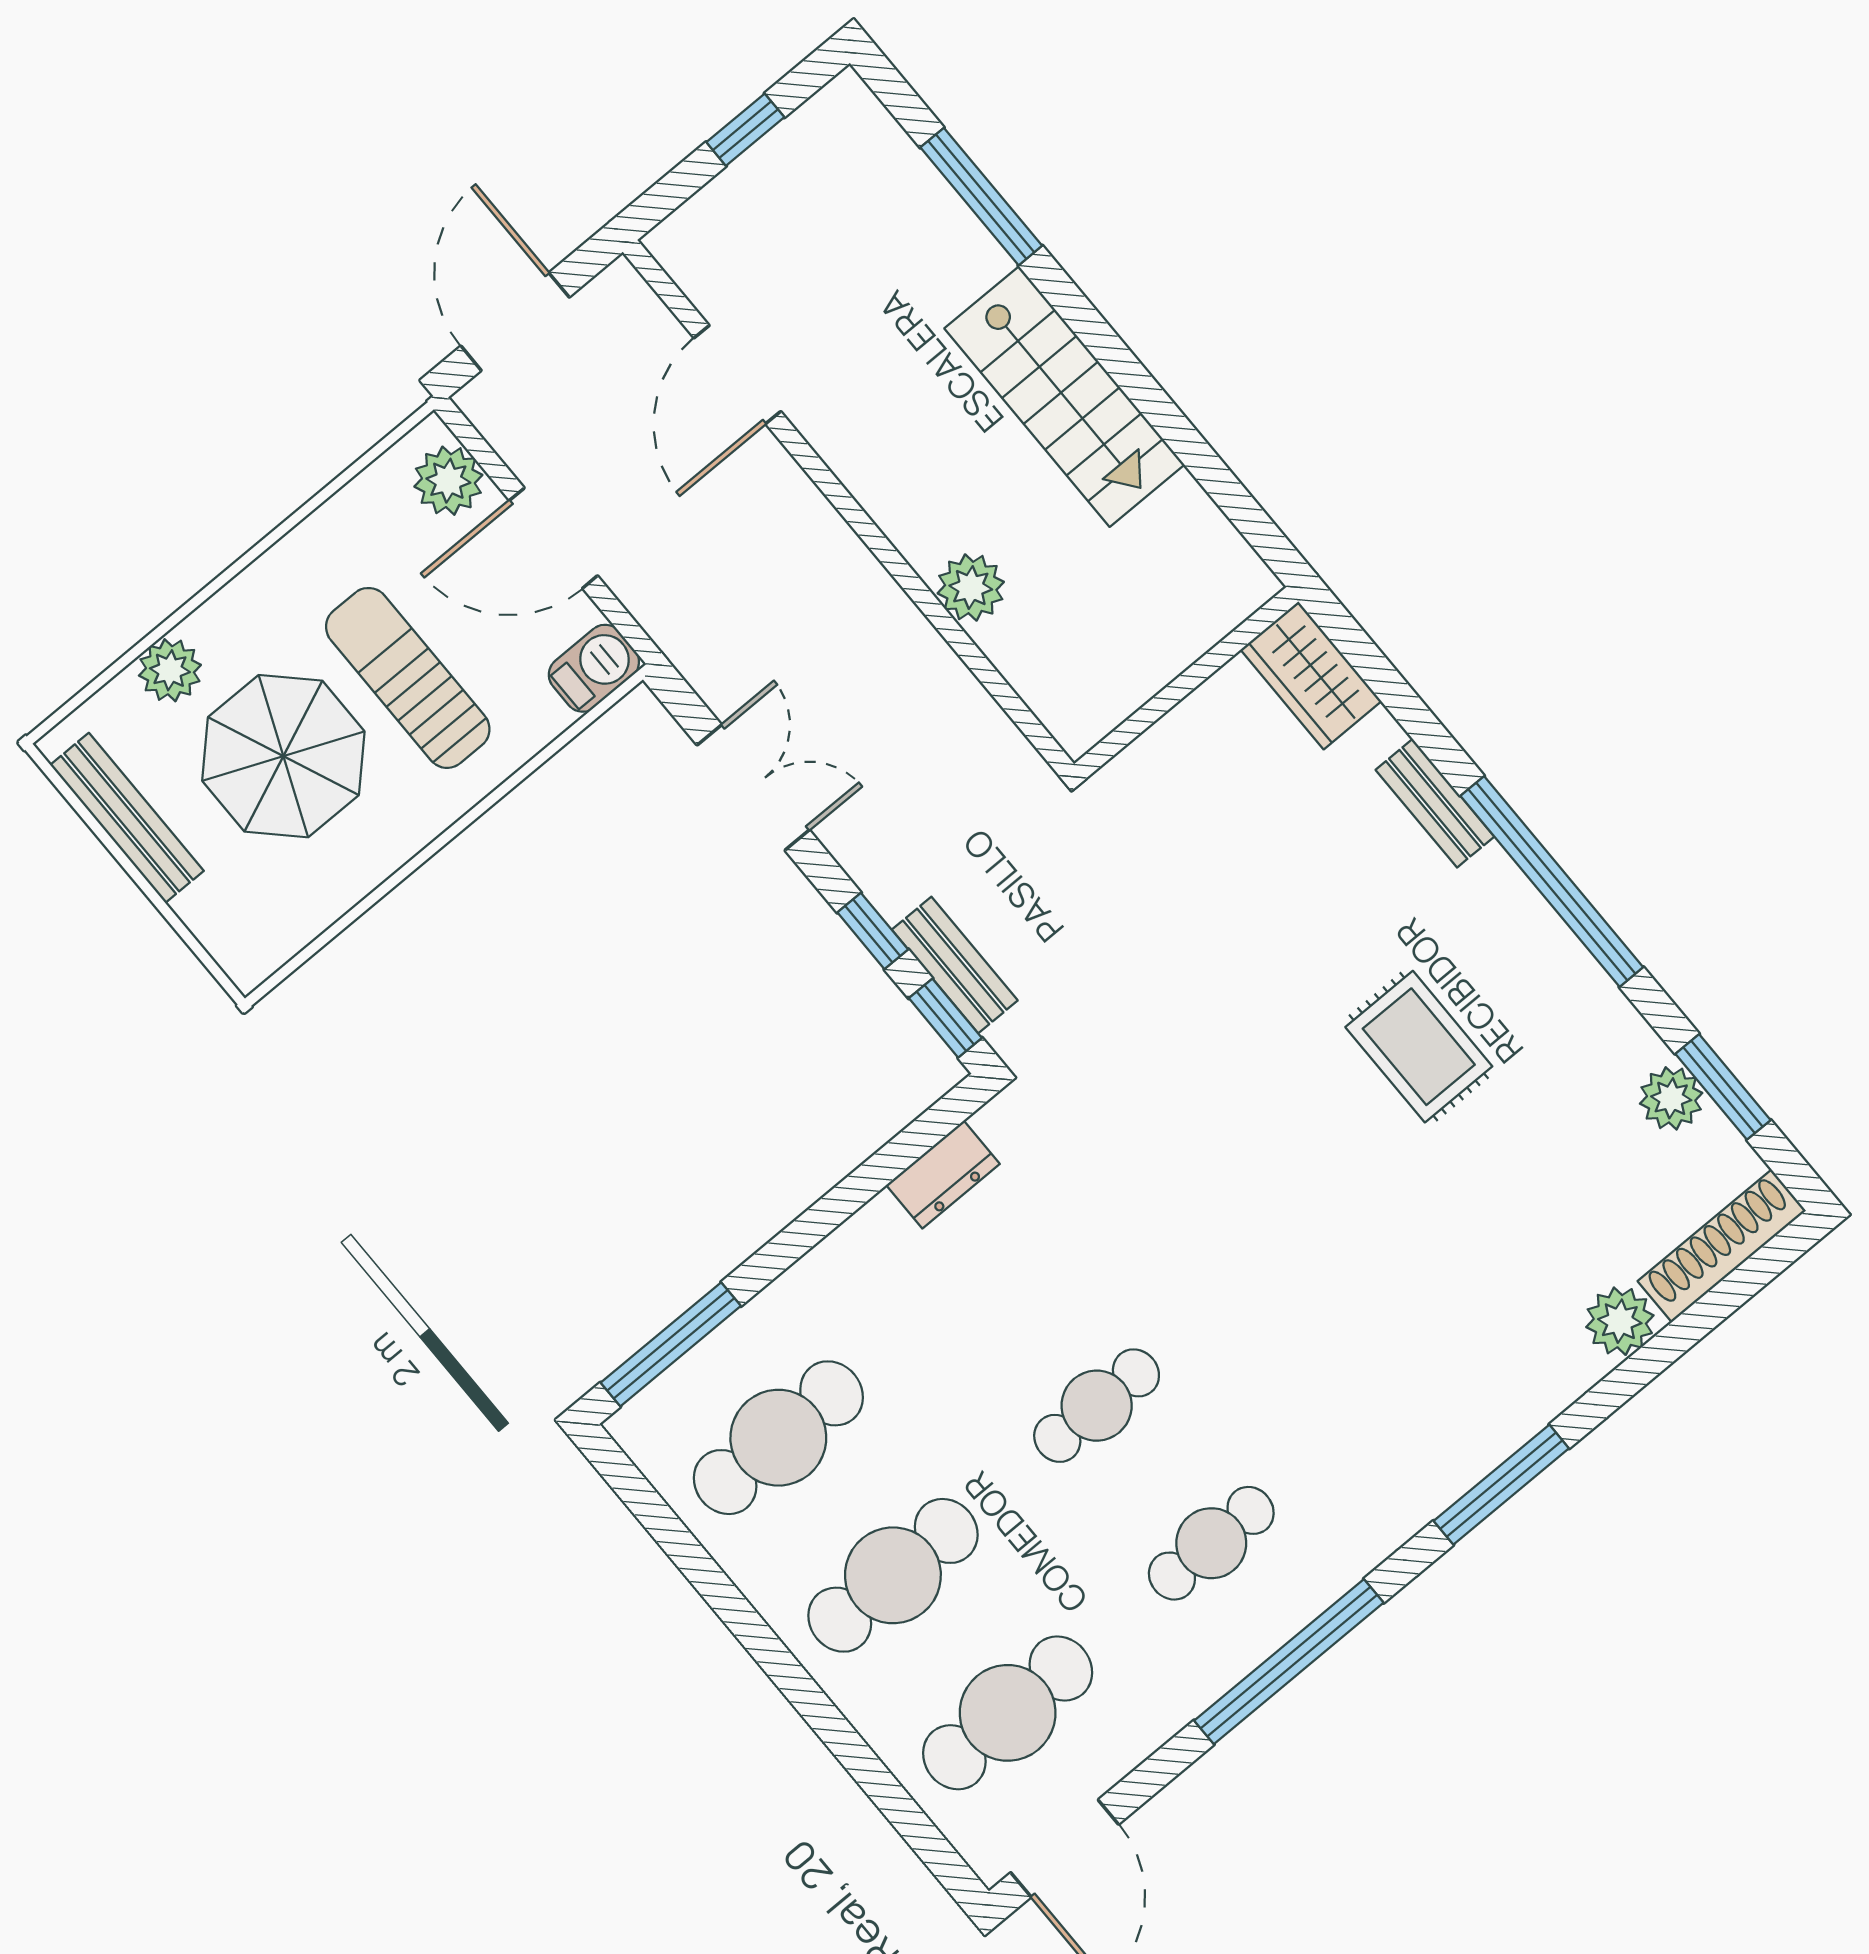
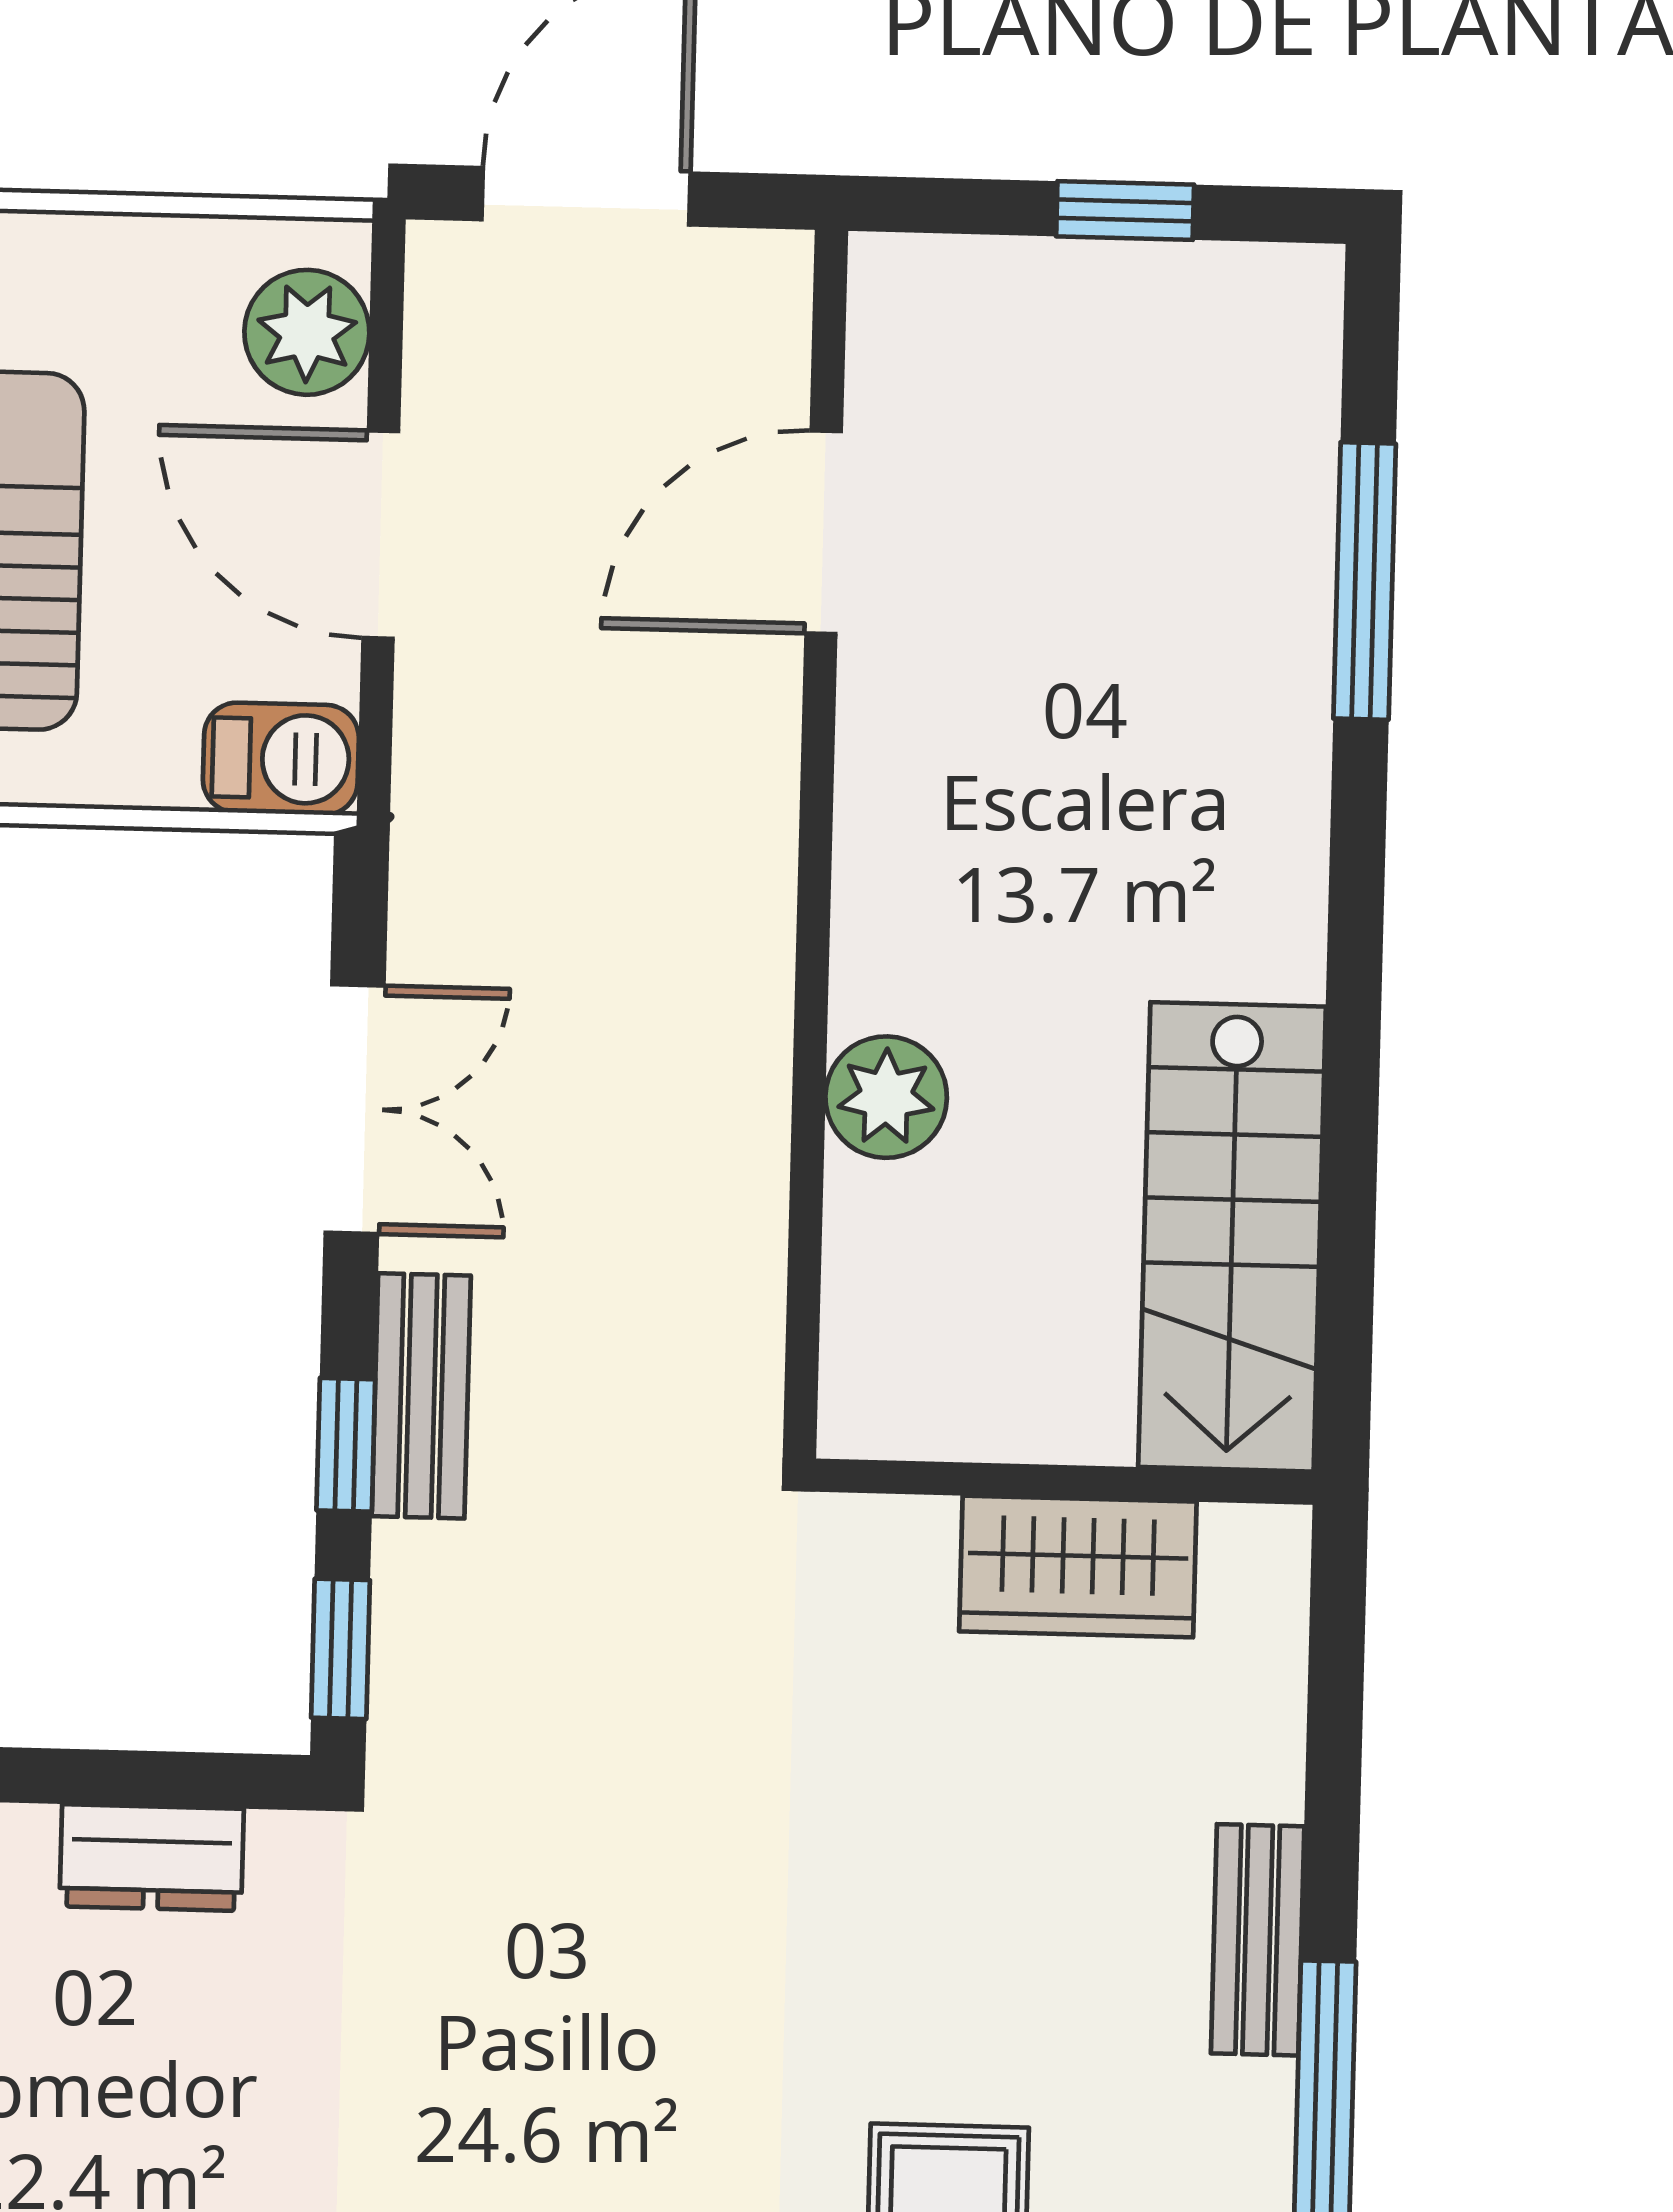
stairs: (1064, 397) -> (1232, 1237), moved
wardrobe: (1311, 675) -> (1078, 1567), moved, turned -90
bench: (955, 965) -> (421, 1396), moved

